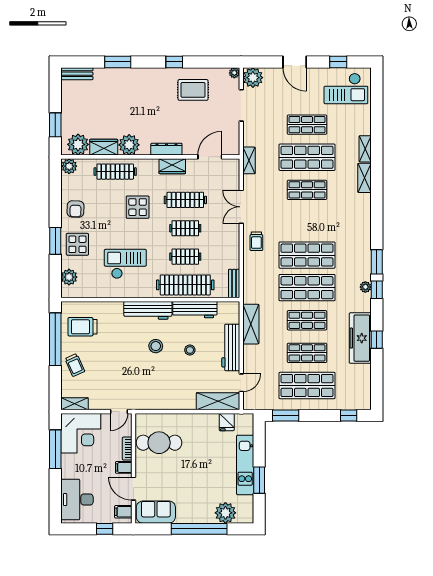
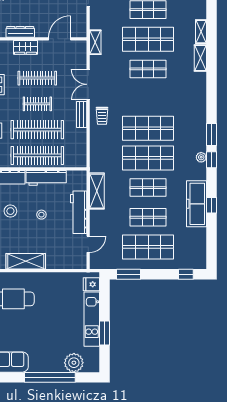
clothes rail: (185, 257) -> (37, 130), width x1.86, depth x1.31
bench: (234, 284) -> (82, 114), moved
shelving: (218, 401) -> (26, 261), moved
fridge: (227, 422) -> (91, 284), moved, turned 90

